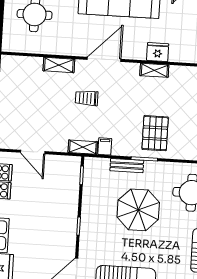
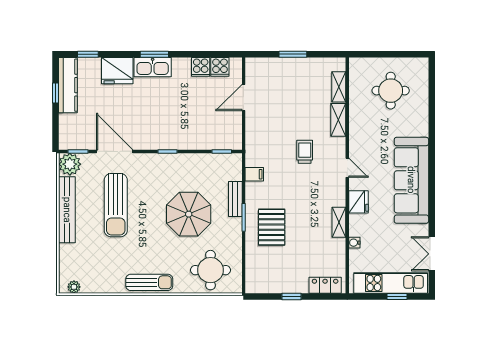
fridge: (158, 52) -> (358, 202), moved
water cooler: (174, 57) -> (354, 243), added
door: (104, 59) -> (347, 168), width x0.53
pallet: (155, 133) -> (272, 227), turned 90
shelving: (83, 147) -> (339, 87), moved

